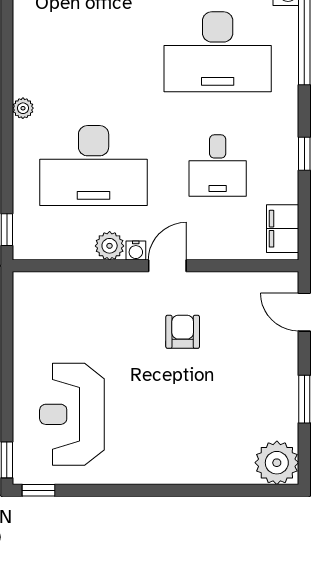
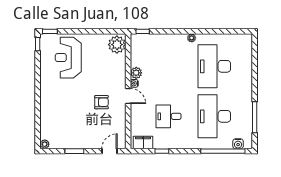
window: (304, 154) -> (162, 151), moved
desk: (94, 166) -> (214, 66), moved
plant: (39, 293) -> (117, 45), added
reception desk: (72, 414) -> (68, 58), turned -90
plant: (277, 463) -> (45, 144), width x0.53, depth x0.53

